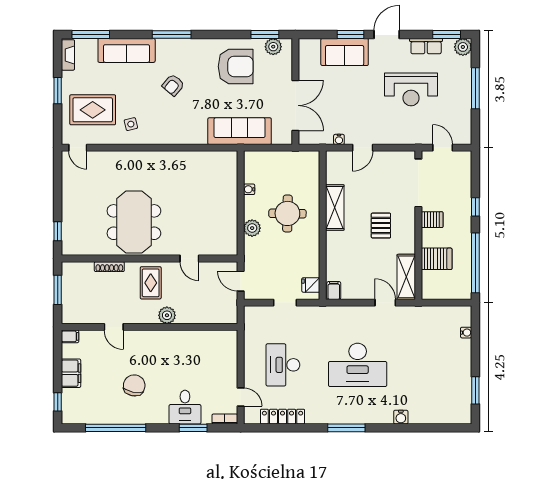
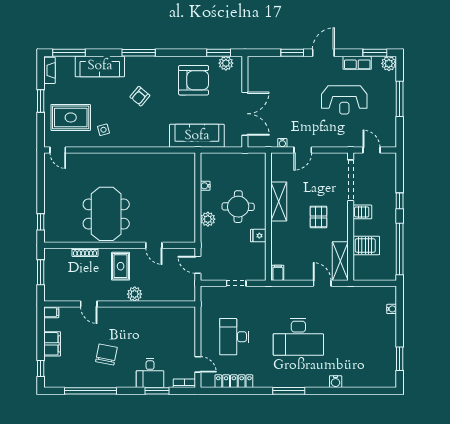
sofa: (345, 52) -> (287, 68), removed
fridge: (311, 285) -> (258, 236), moved

